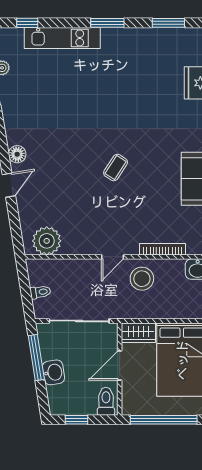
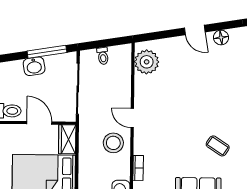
coffee table: (116, 168) -> (218, 146), moved
bookcase: (163, 249) -> (138, 168), width x0.64

